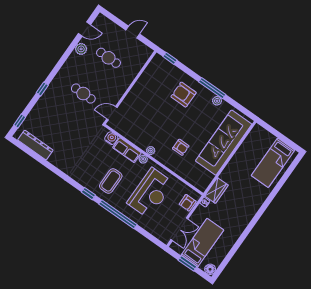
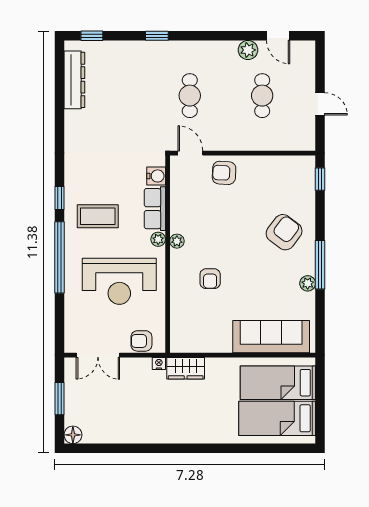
armchair: (184, 95) -> (284, 232), turned 37
armchair: (133, 104) -> (224, 173), added
sofa: (224, 143) -> (271, 337), width x0.74, depth x0.79
bed: (202, 243) -> (278, 383), moved, turned 180

